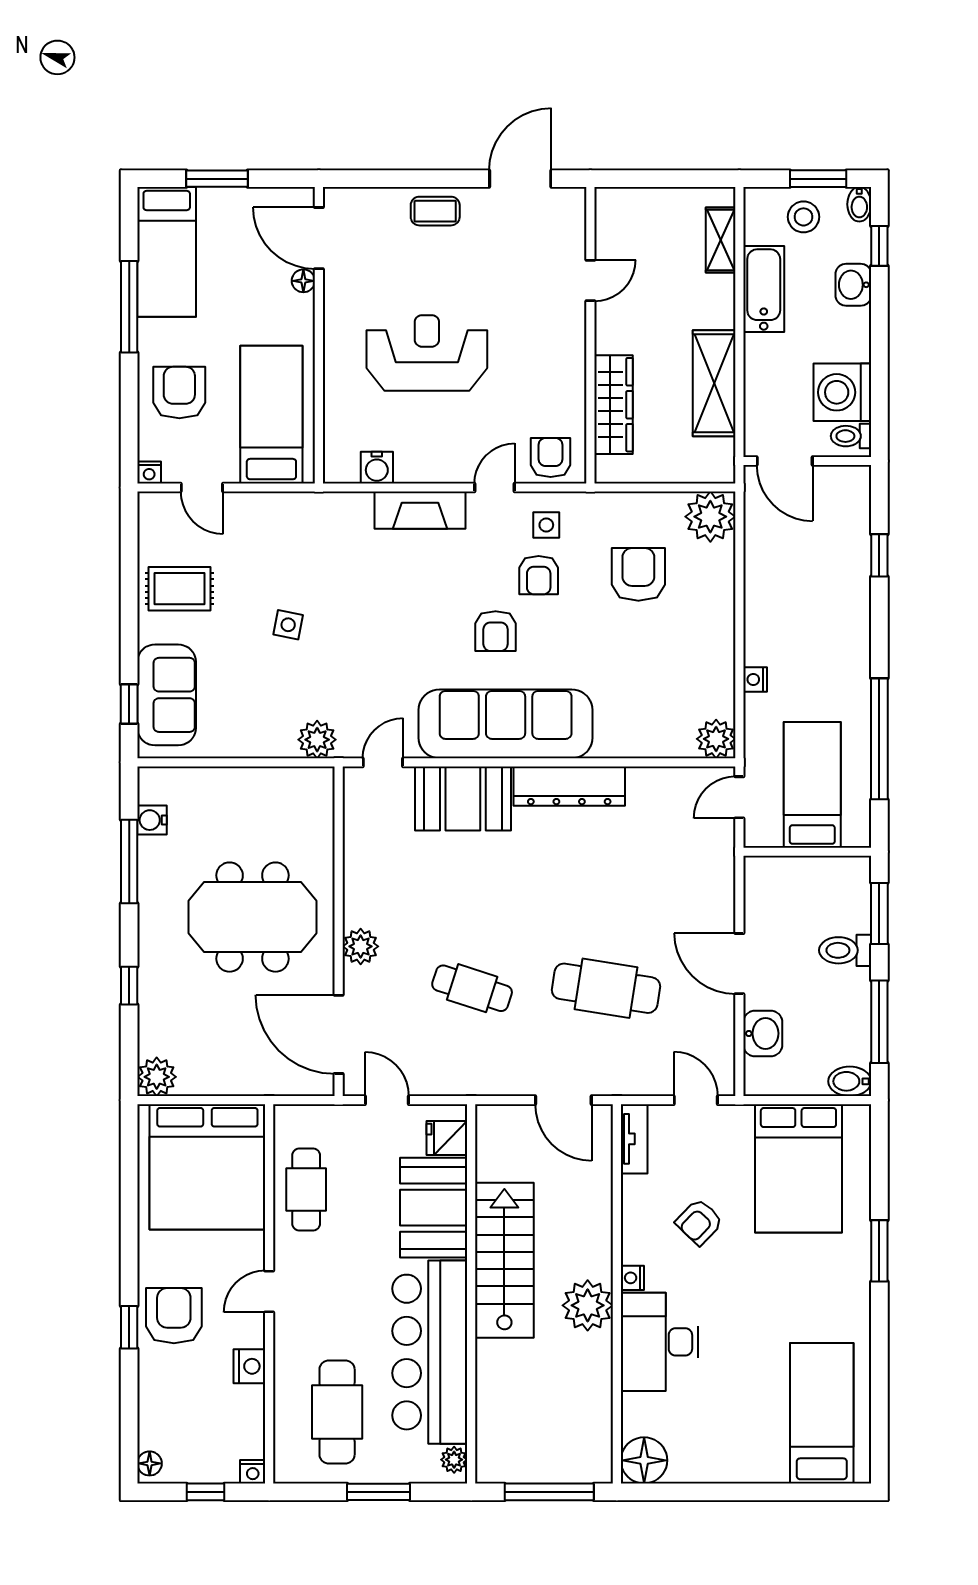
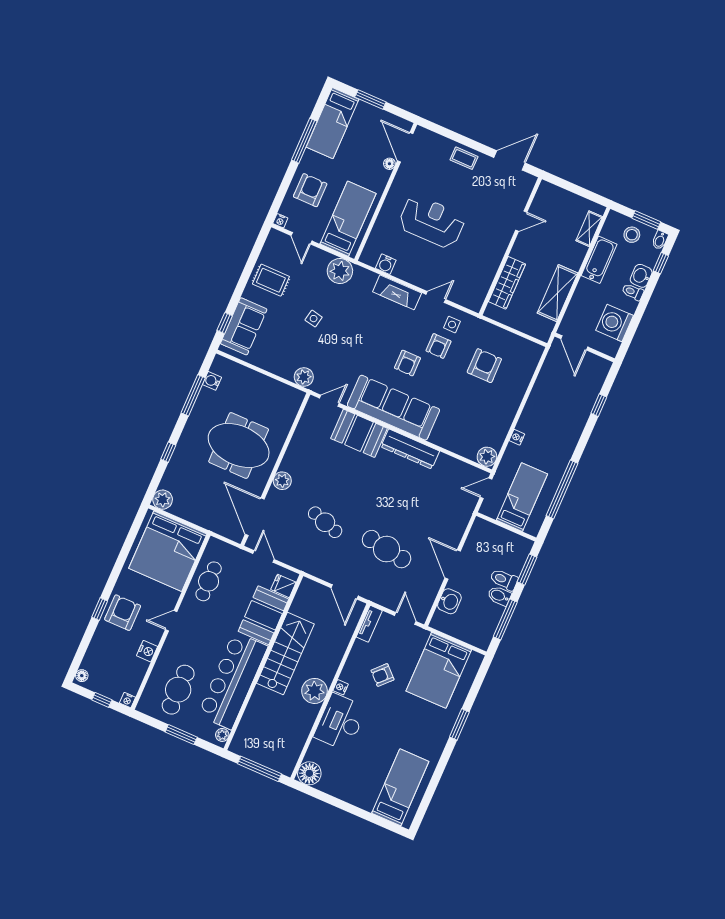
toilet: (851, 436) -> (633, 292), moved
armchair: (551, 457) -> (467, 294), removed
plant: (710, 517) -> (340, 271), moved
bidet: (850, 1081) -> (499, 596), moved

